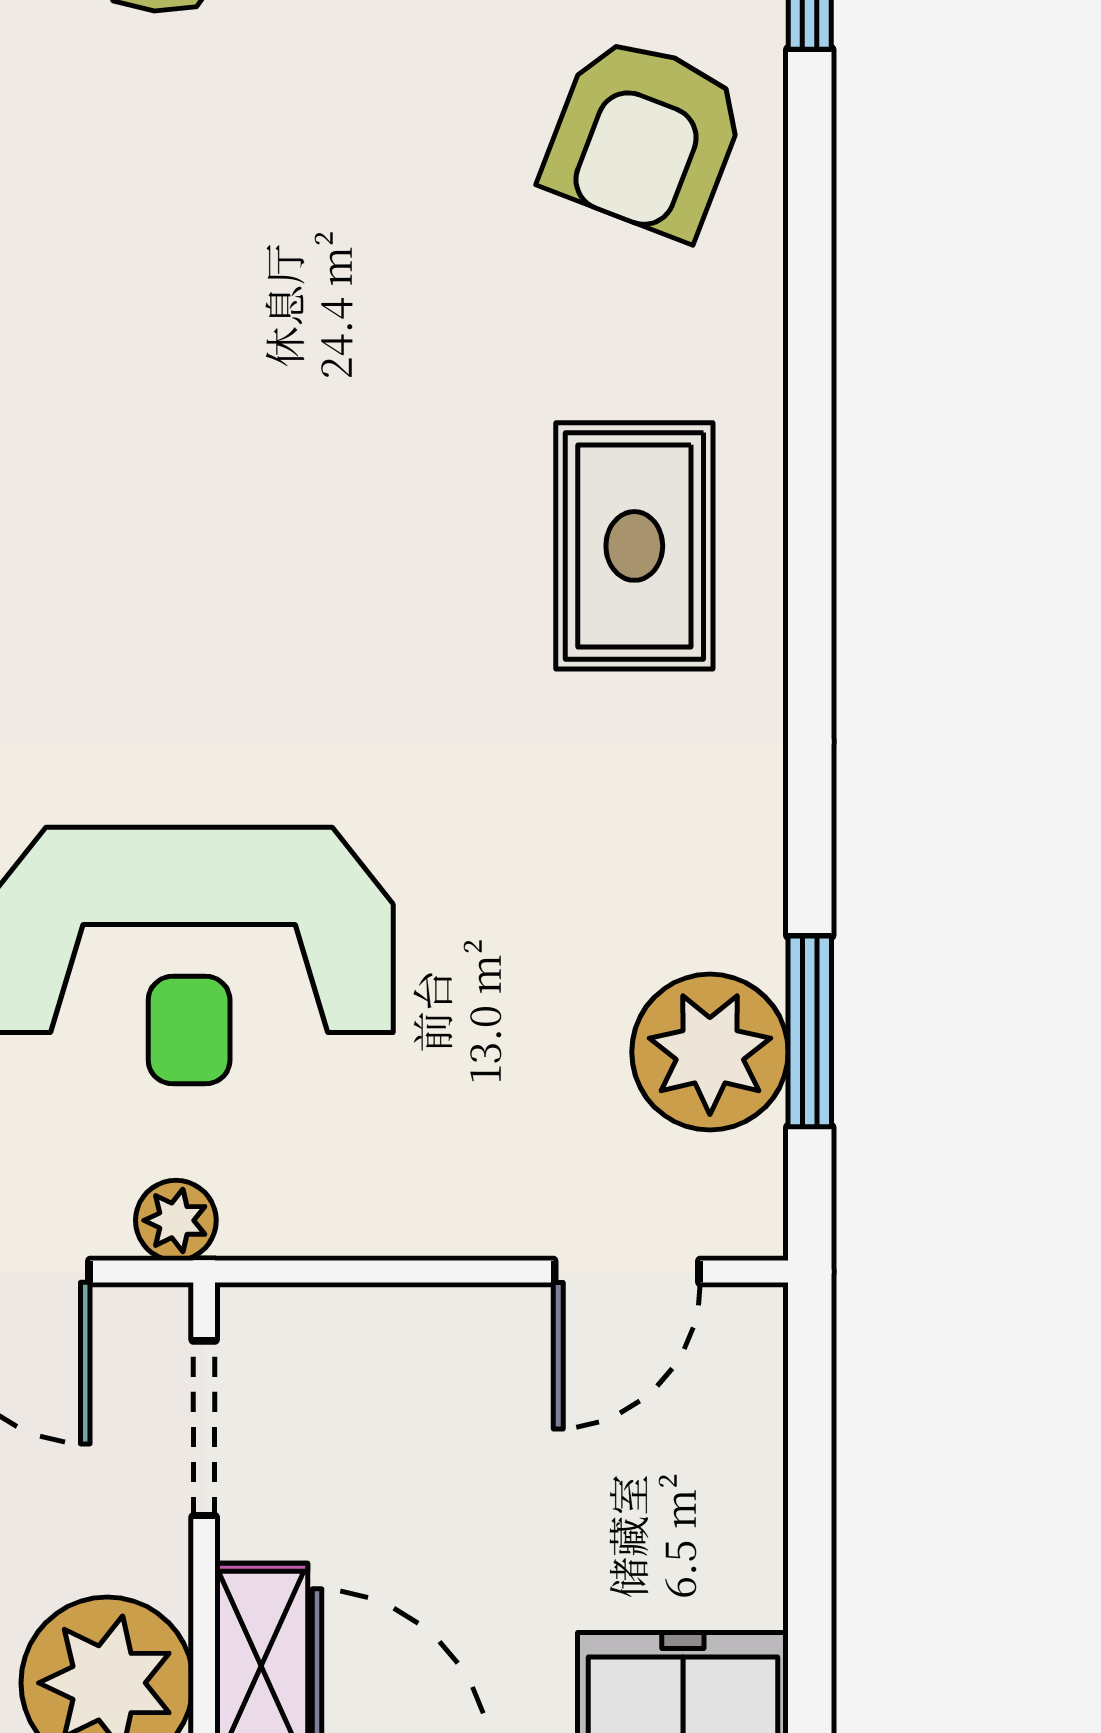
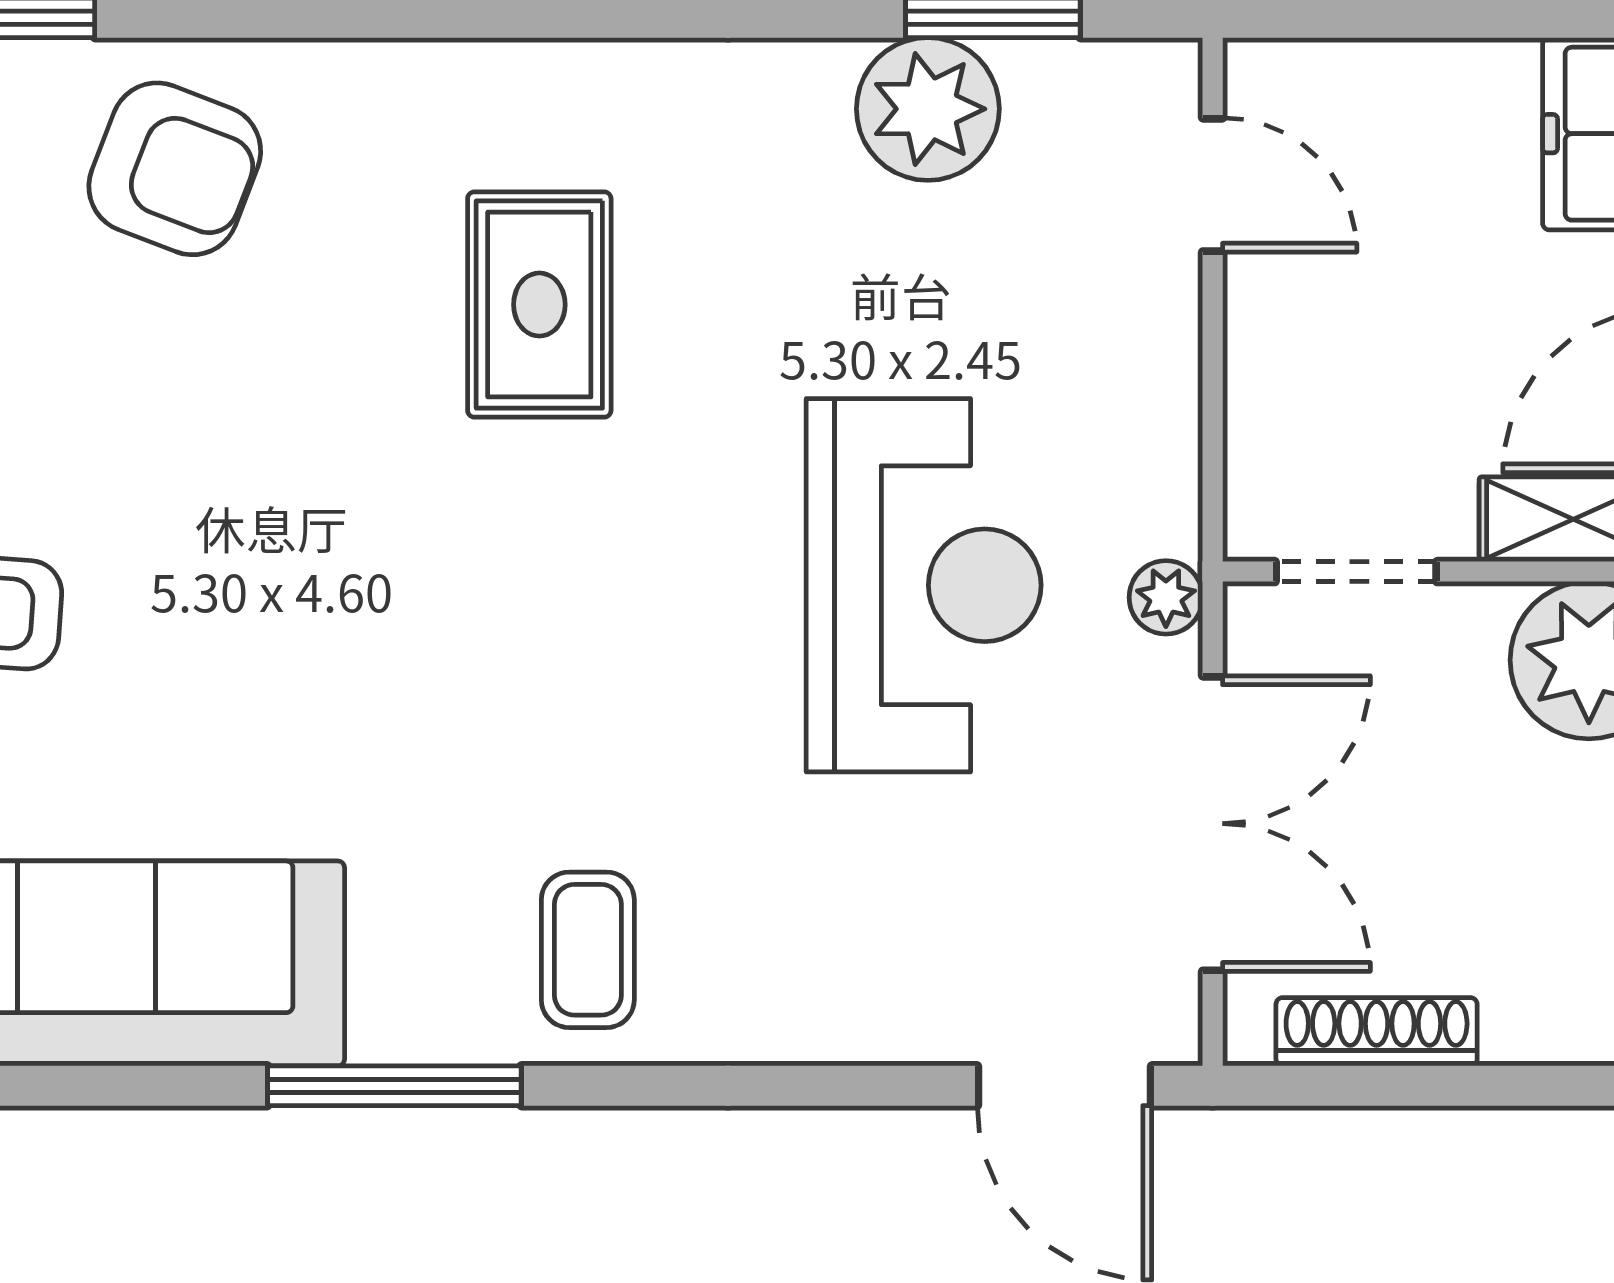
rug: (634, 546) -> (539, 305), moved, turned 90
plant: (710, 1052) -> (928, 109), moved

